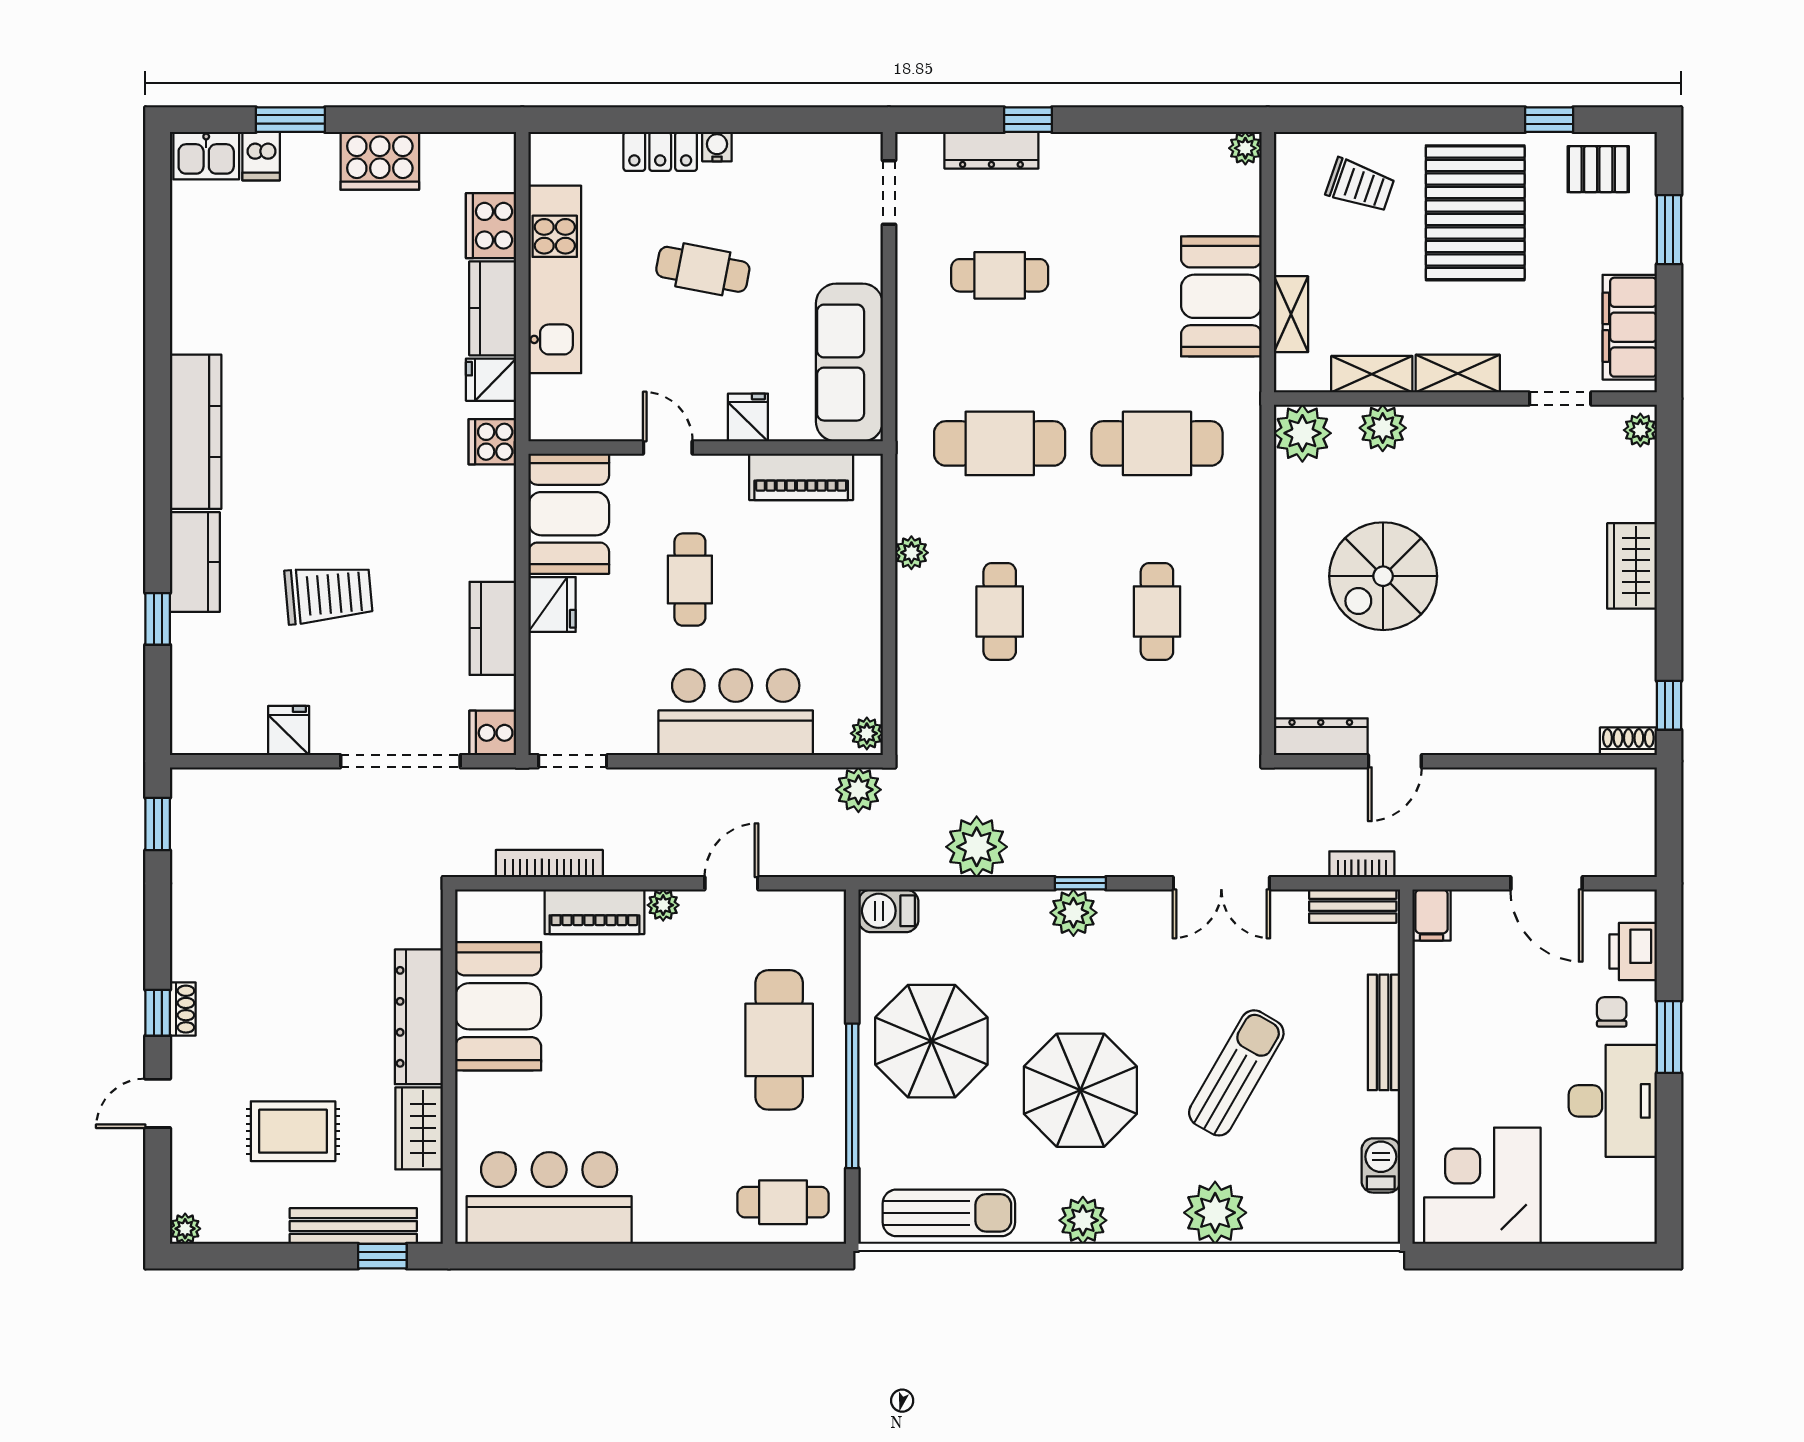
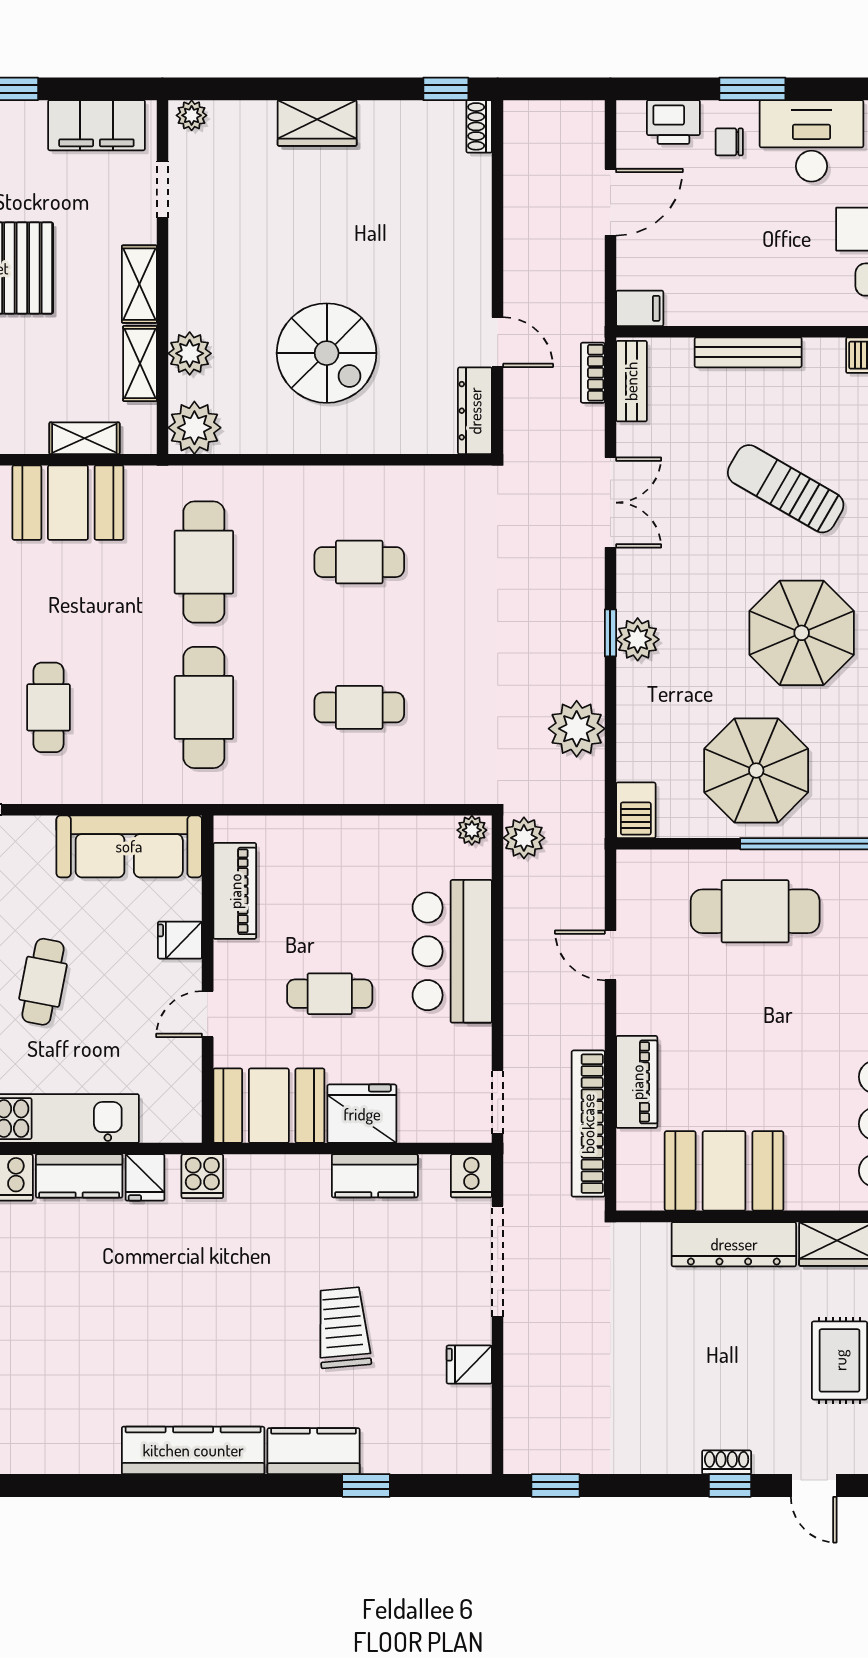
plant: (911, 553) -> (305, 789), removed
fridge: (552, 604) -> (362, 1114), width x1.36, depth x1.34
bookcase: (549, 864) -> (588, 1124), width x1.48, depth x1.31
plant: (663, 905) -> (631, 1018), removed

